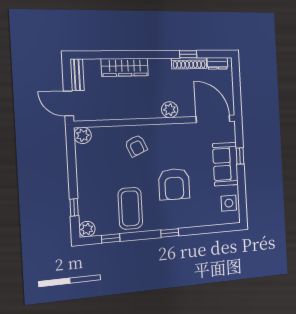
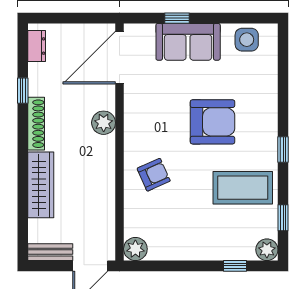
shoe rack: (189, 63) -> (36, 124), moved
window: (170, 233) -> (283, 149), moved

